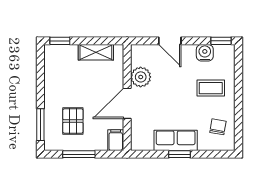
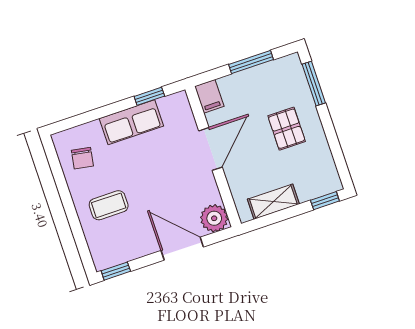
door: (170, 41) -> (182, 249), width x1.38
water cooler: (205, 53) -> (132, 249), removed
plant: (141, 77) -> (214, 218), moved
pallet: (73, 121) -> (287, 129), moved
window: (180, 154) -> (149, 96), moved

